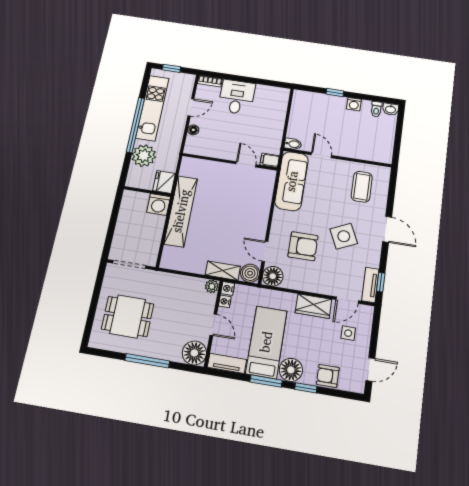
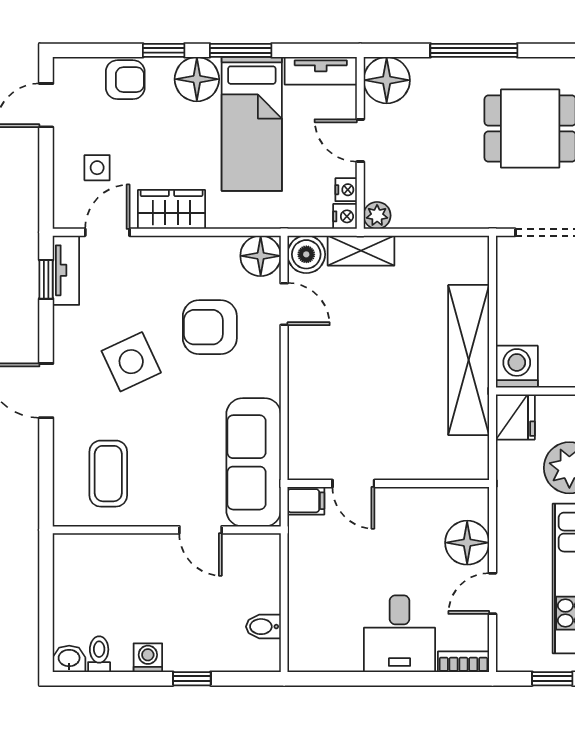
floor lamp: (193, 130) -> (467, 543), width x1.89, depth x1.89
bidet: (293, 144) -> (263, 627), moved

